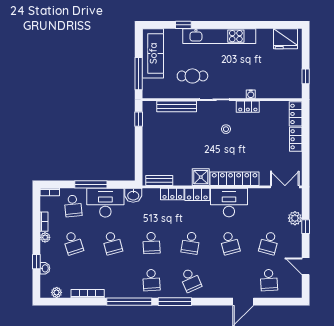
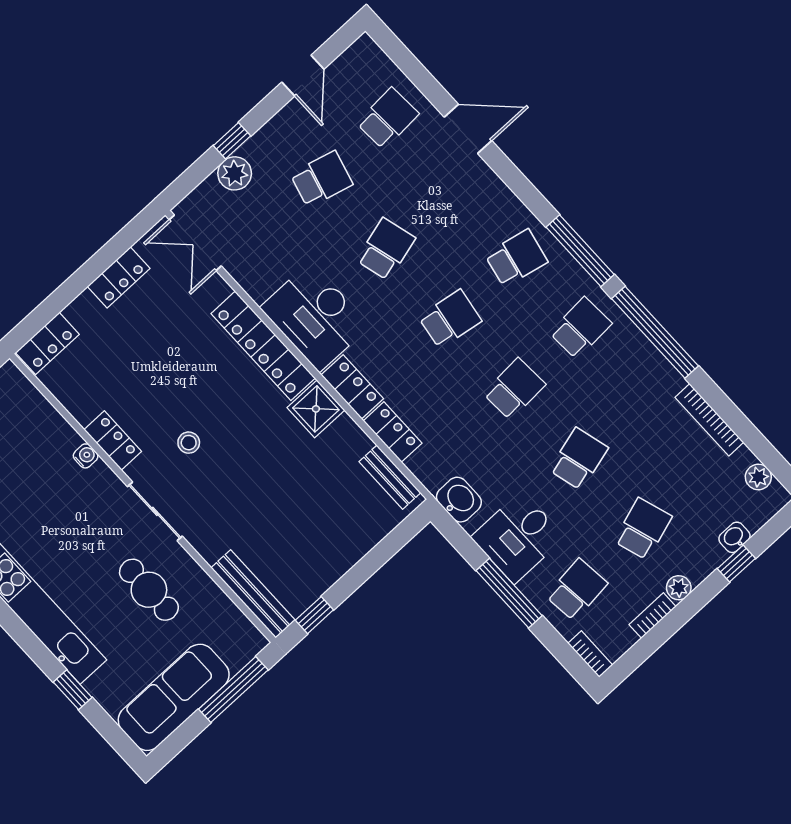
bench: (177, 106) -> (253, 594), moved
locker: (296, 139) -> (119, 277), moved
desk: (105, 203) -> (518, 537), width x0.73
school desk: (191, 280) -> (516, 258), turned 36

